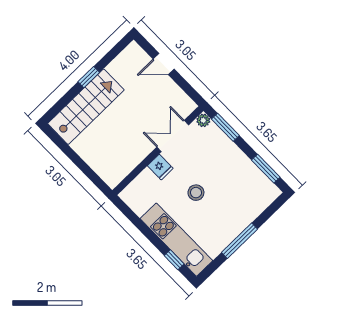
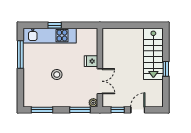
window: (185, 86) -> (118, 110), added
stool: (196, 193) -> (57, 75), moved
window: (239, 241) -> (20, 55), moved
window: (174, 260) -> (55, 25), moved

